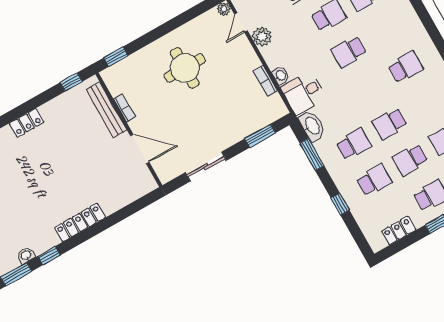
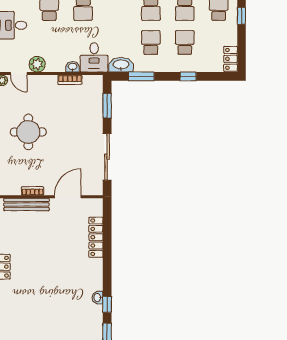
sliding door: (206, 167) -> (107, 157), width x1.37
locker: (80, 222) -> (96, 237), moved
locker: (399, 231) -> (231, 59), moved
washbasin: (26, 255) -> (98, 298), moved

